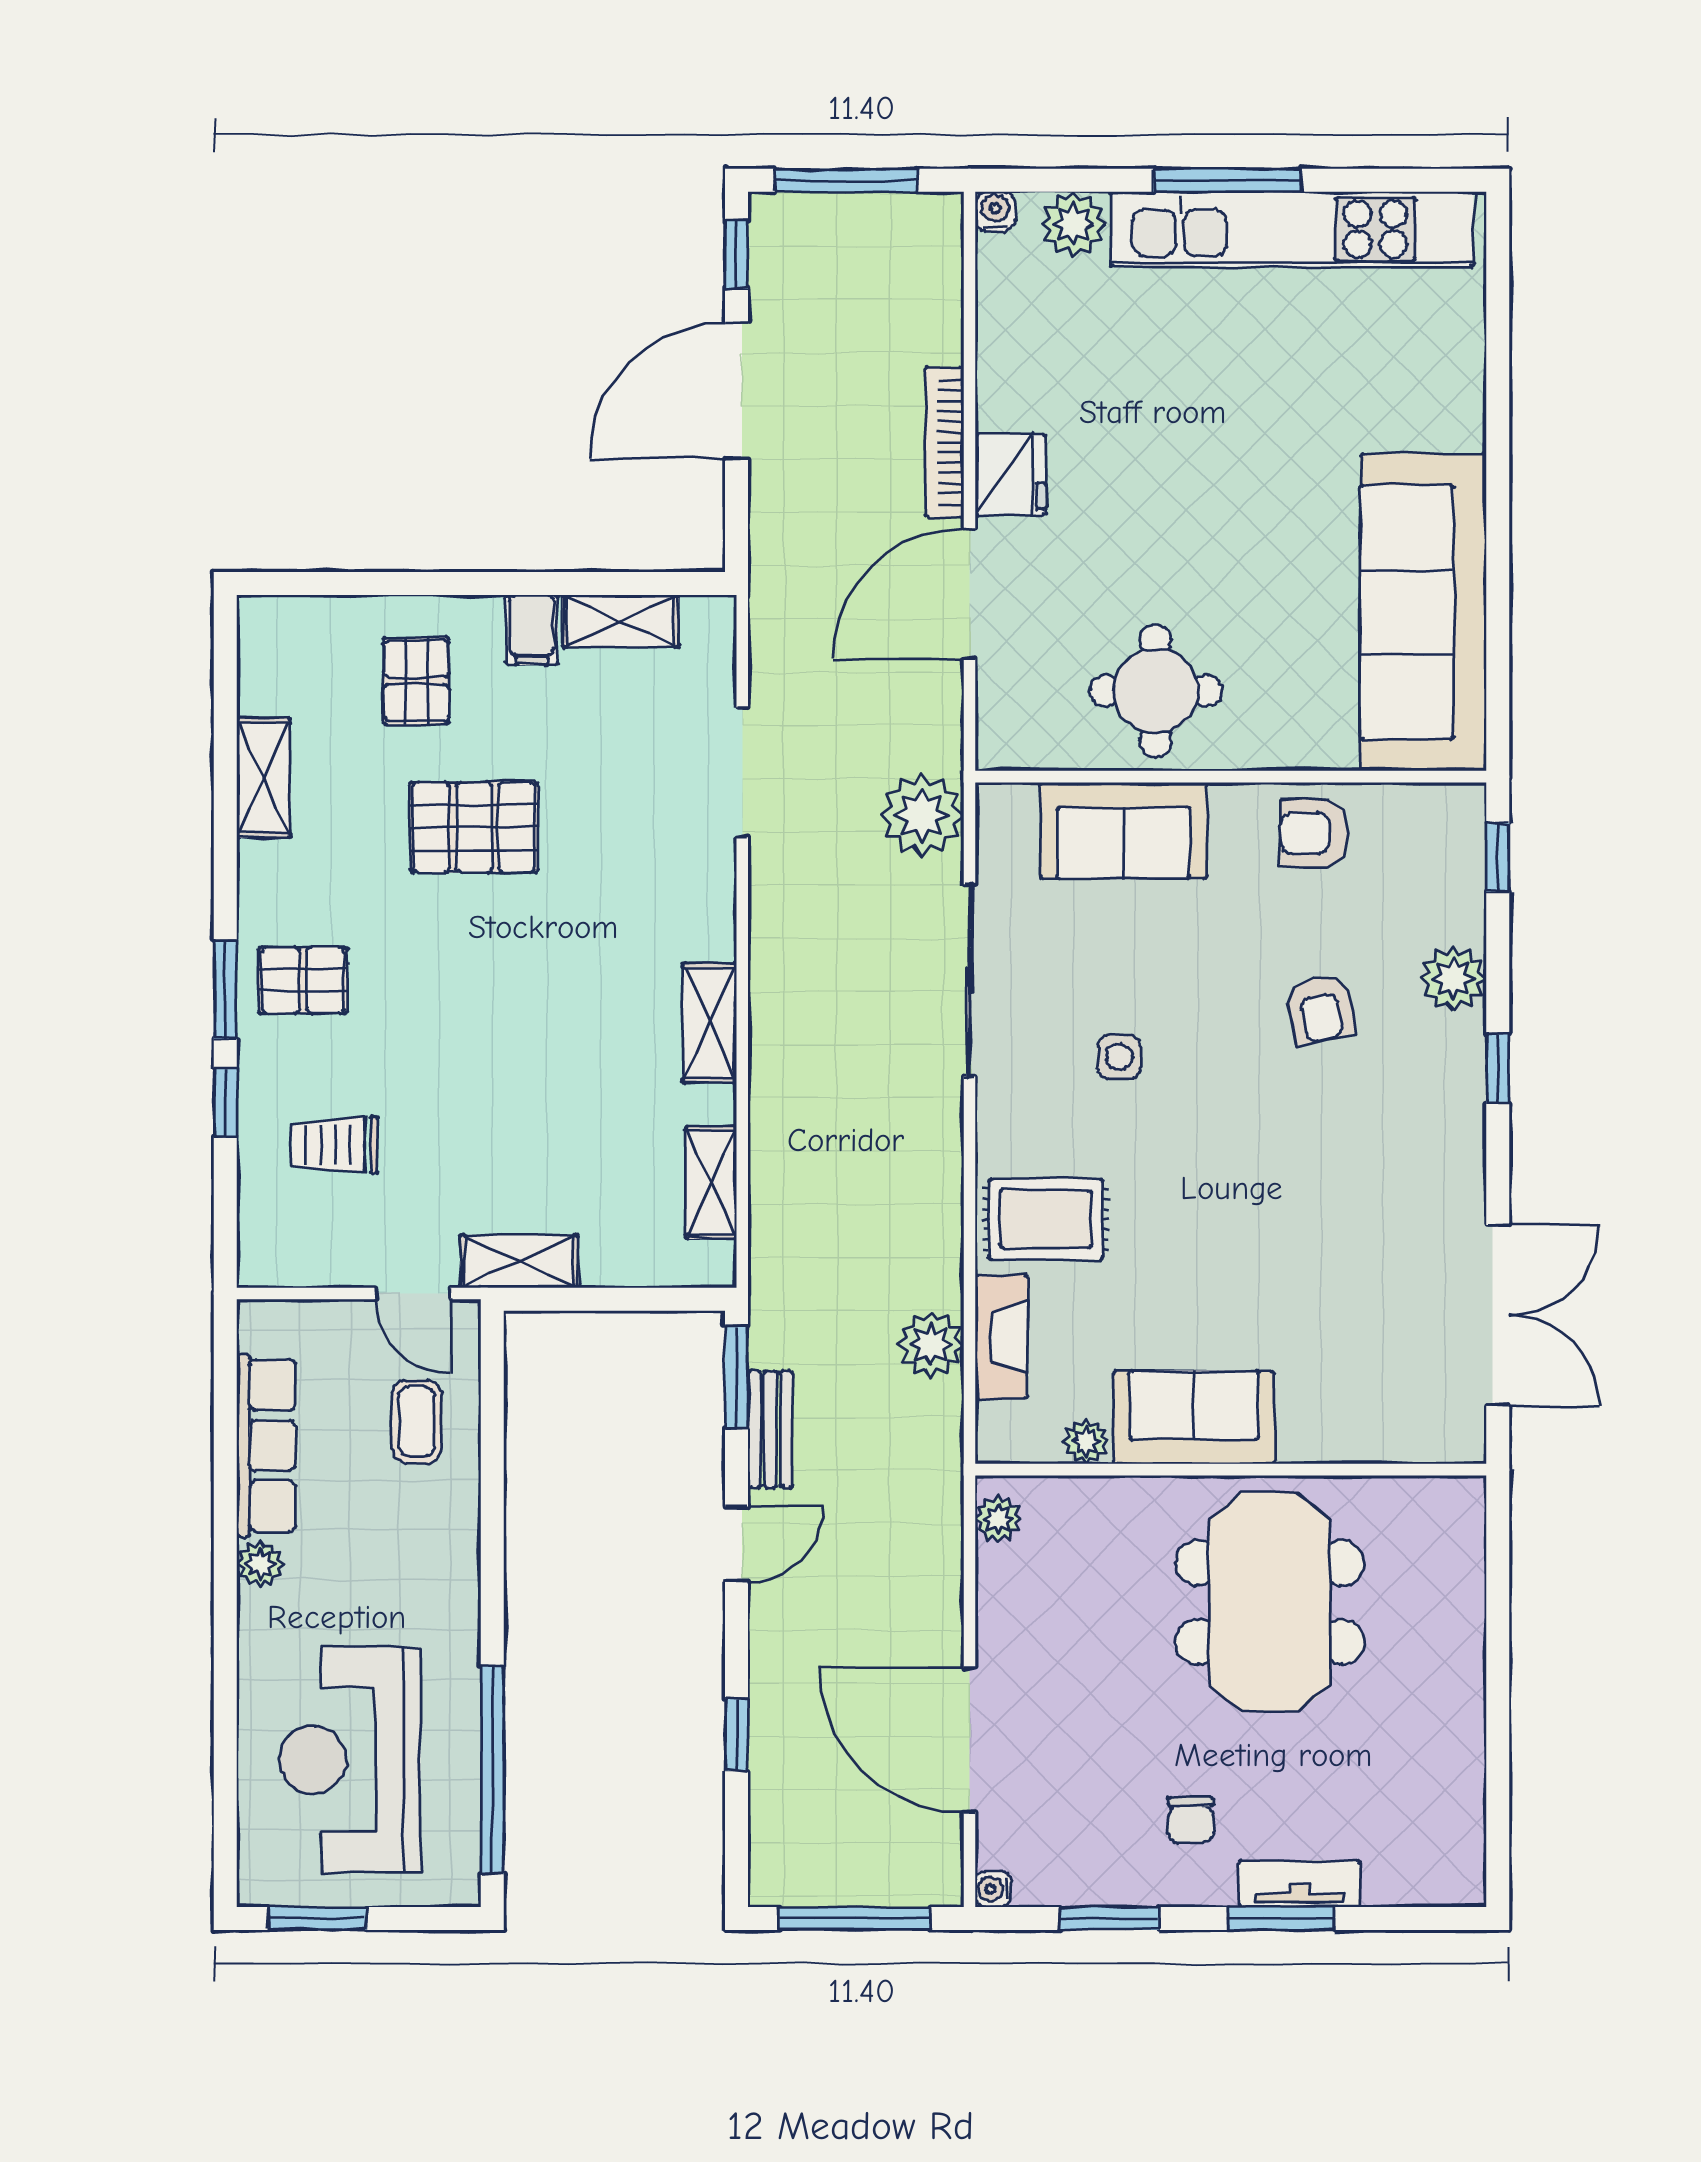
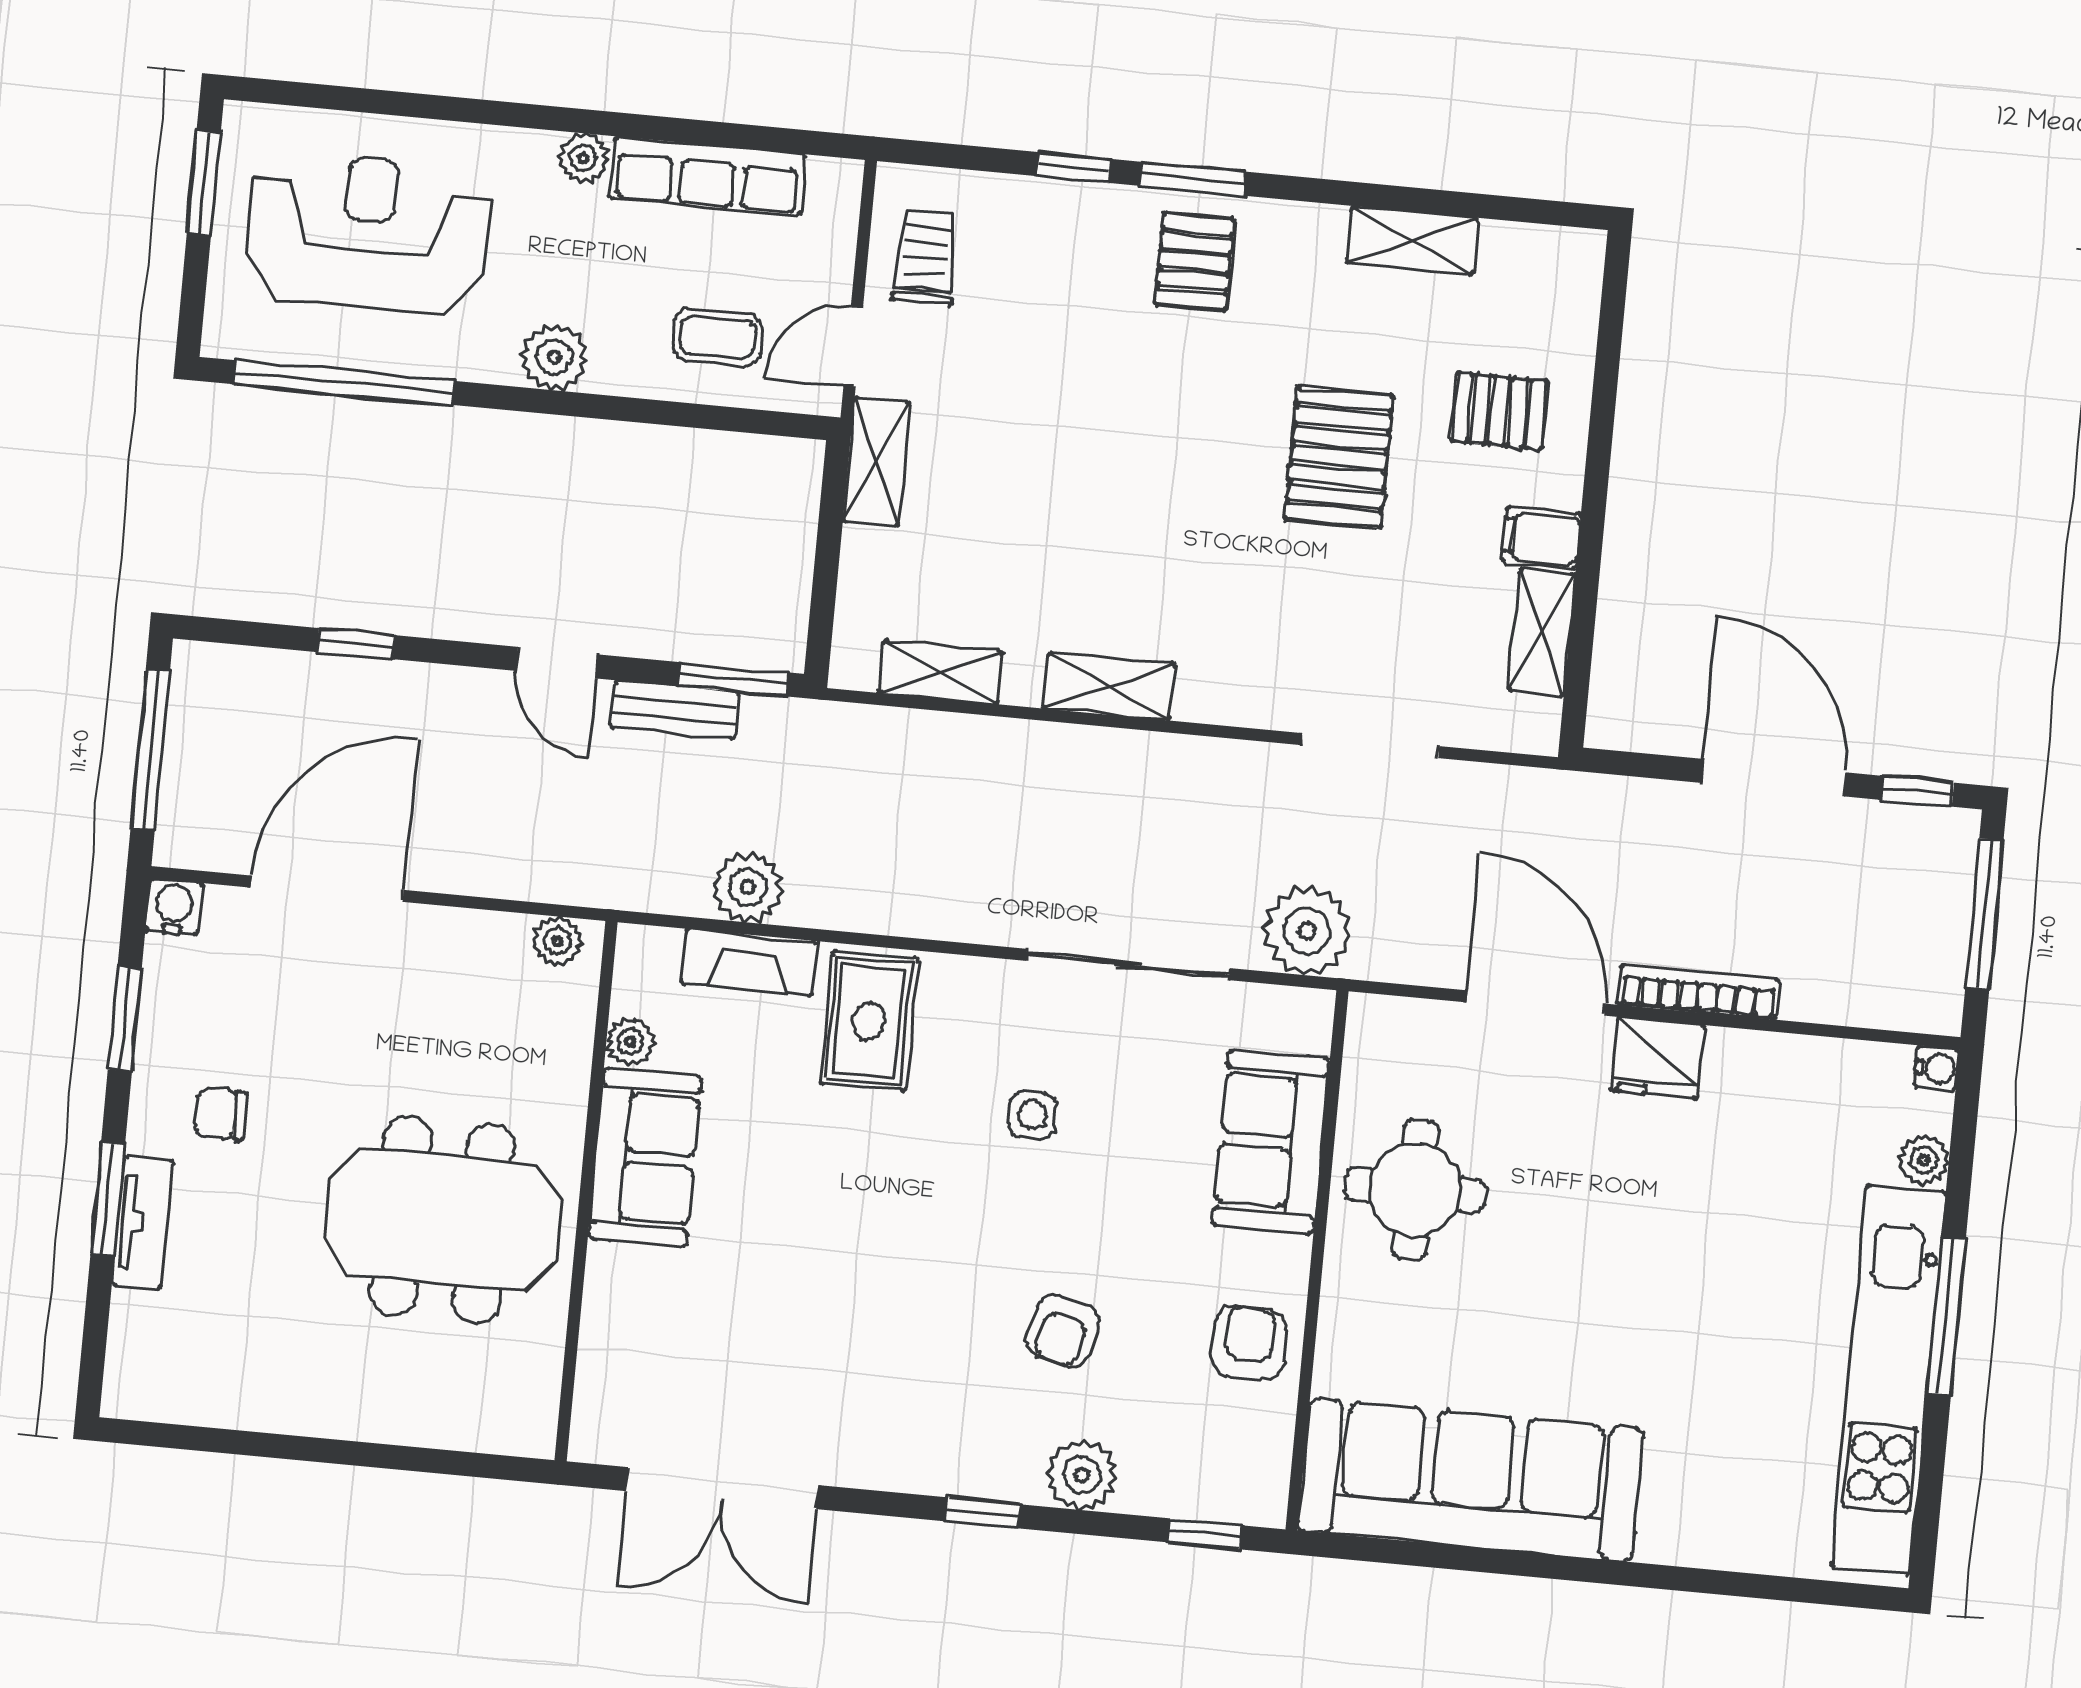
plant: (1074, 224) -> (1924, 1160), width x0.73, depth x0.73
armchair: (1320, 1009) -> (1063, 1331), turned -63
trolley: (335, 1145) -> (926, 257), moved
plant: (450, 1574) -> (554, 357), added
water cooler: (993, 1889) -> (174, 907), width x1.38, depth x1.38

